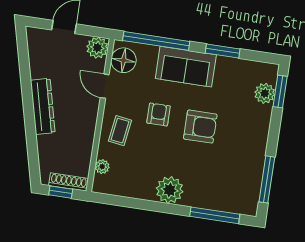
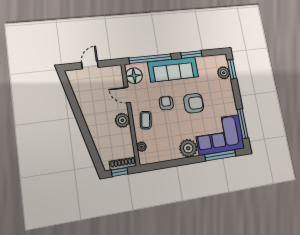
plant: (97, 48) -> (122, 120), moved
sofa: (186, 67) -> (173, 69), width x1.36
dresser: (43, 106) -> (91, 119), removed
corner sofa: (224, 185) -> (219, 135), added

